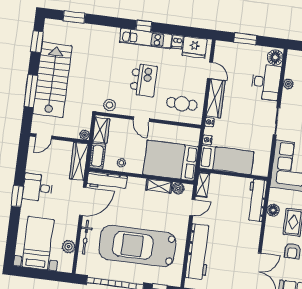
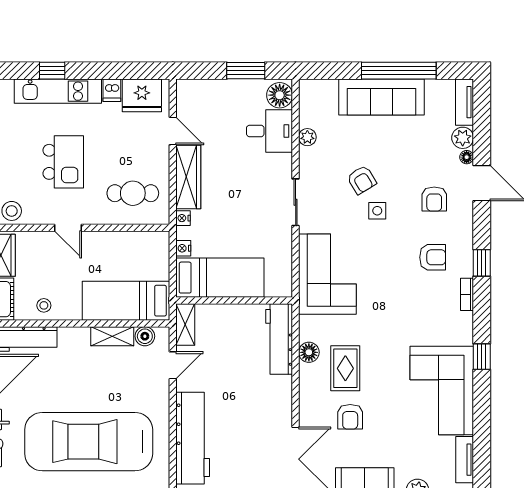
window: (245, 39) -> (246, 71), moved
desk: (266, 82) -> (269, 131), width x0.73
bed: (171, 160) -> (126, 301), width x0.67

